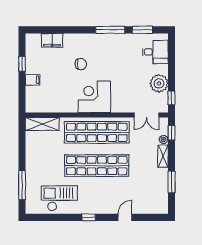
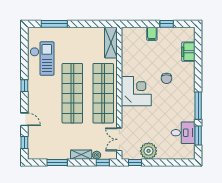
desk: (155, 52) -> (183, 133), moved, turned -90
window: (150, 217) -> (24, 143), added

